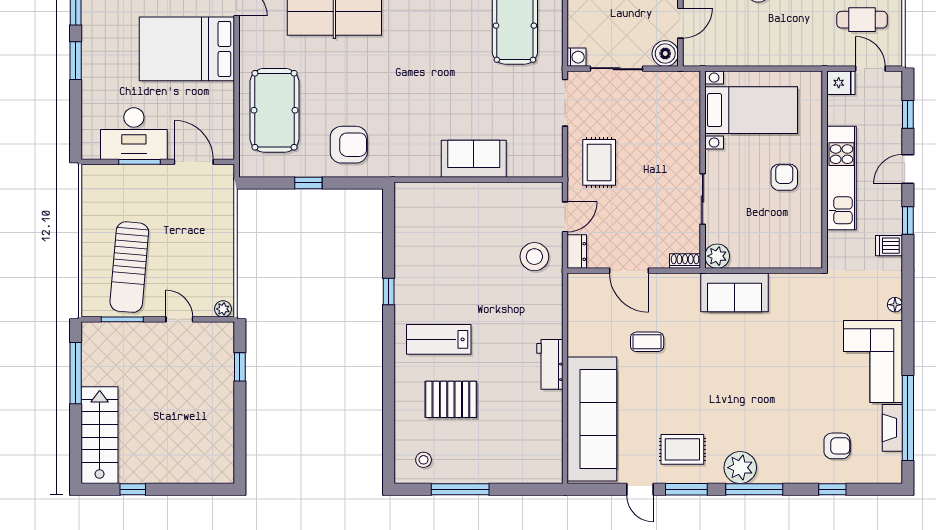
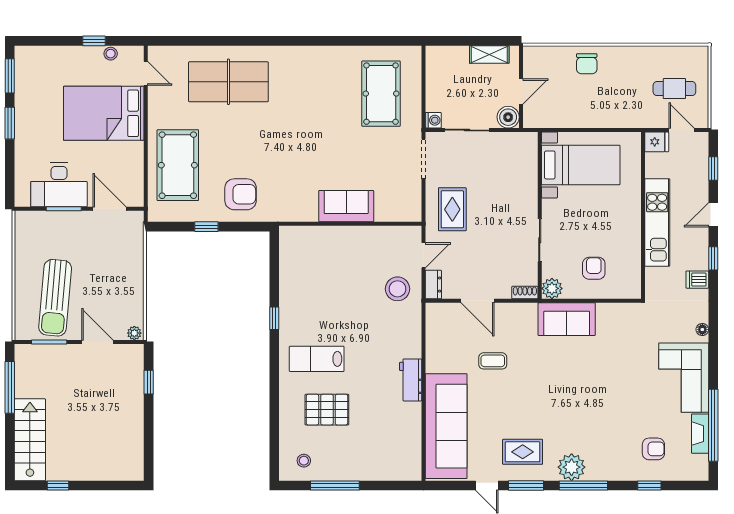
armchair: (784, 177) -> (594, 268), moved
door: (179, 319) -> (97, 342), width x1.38

